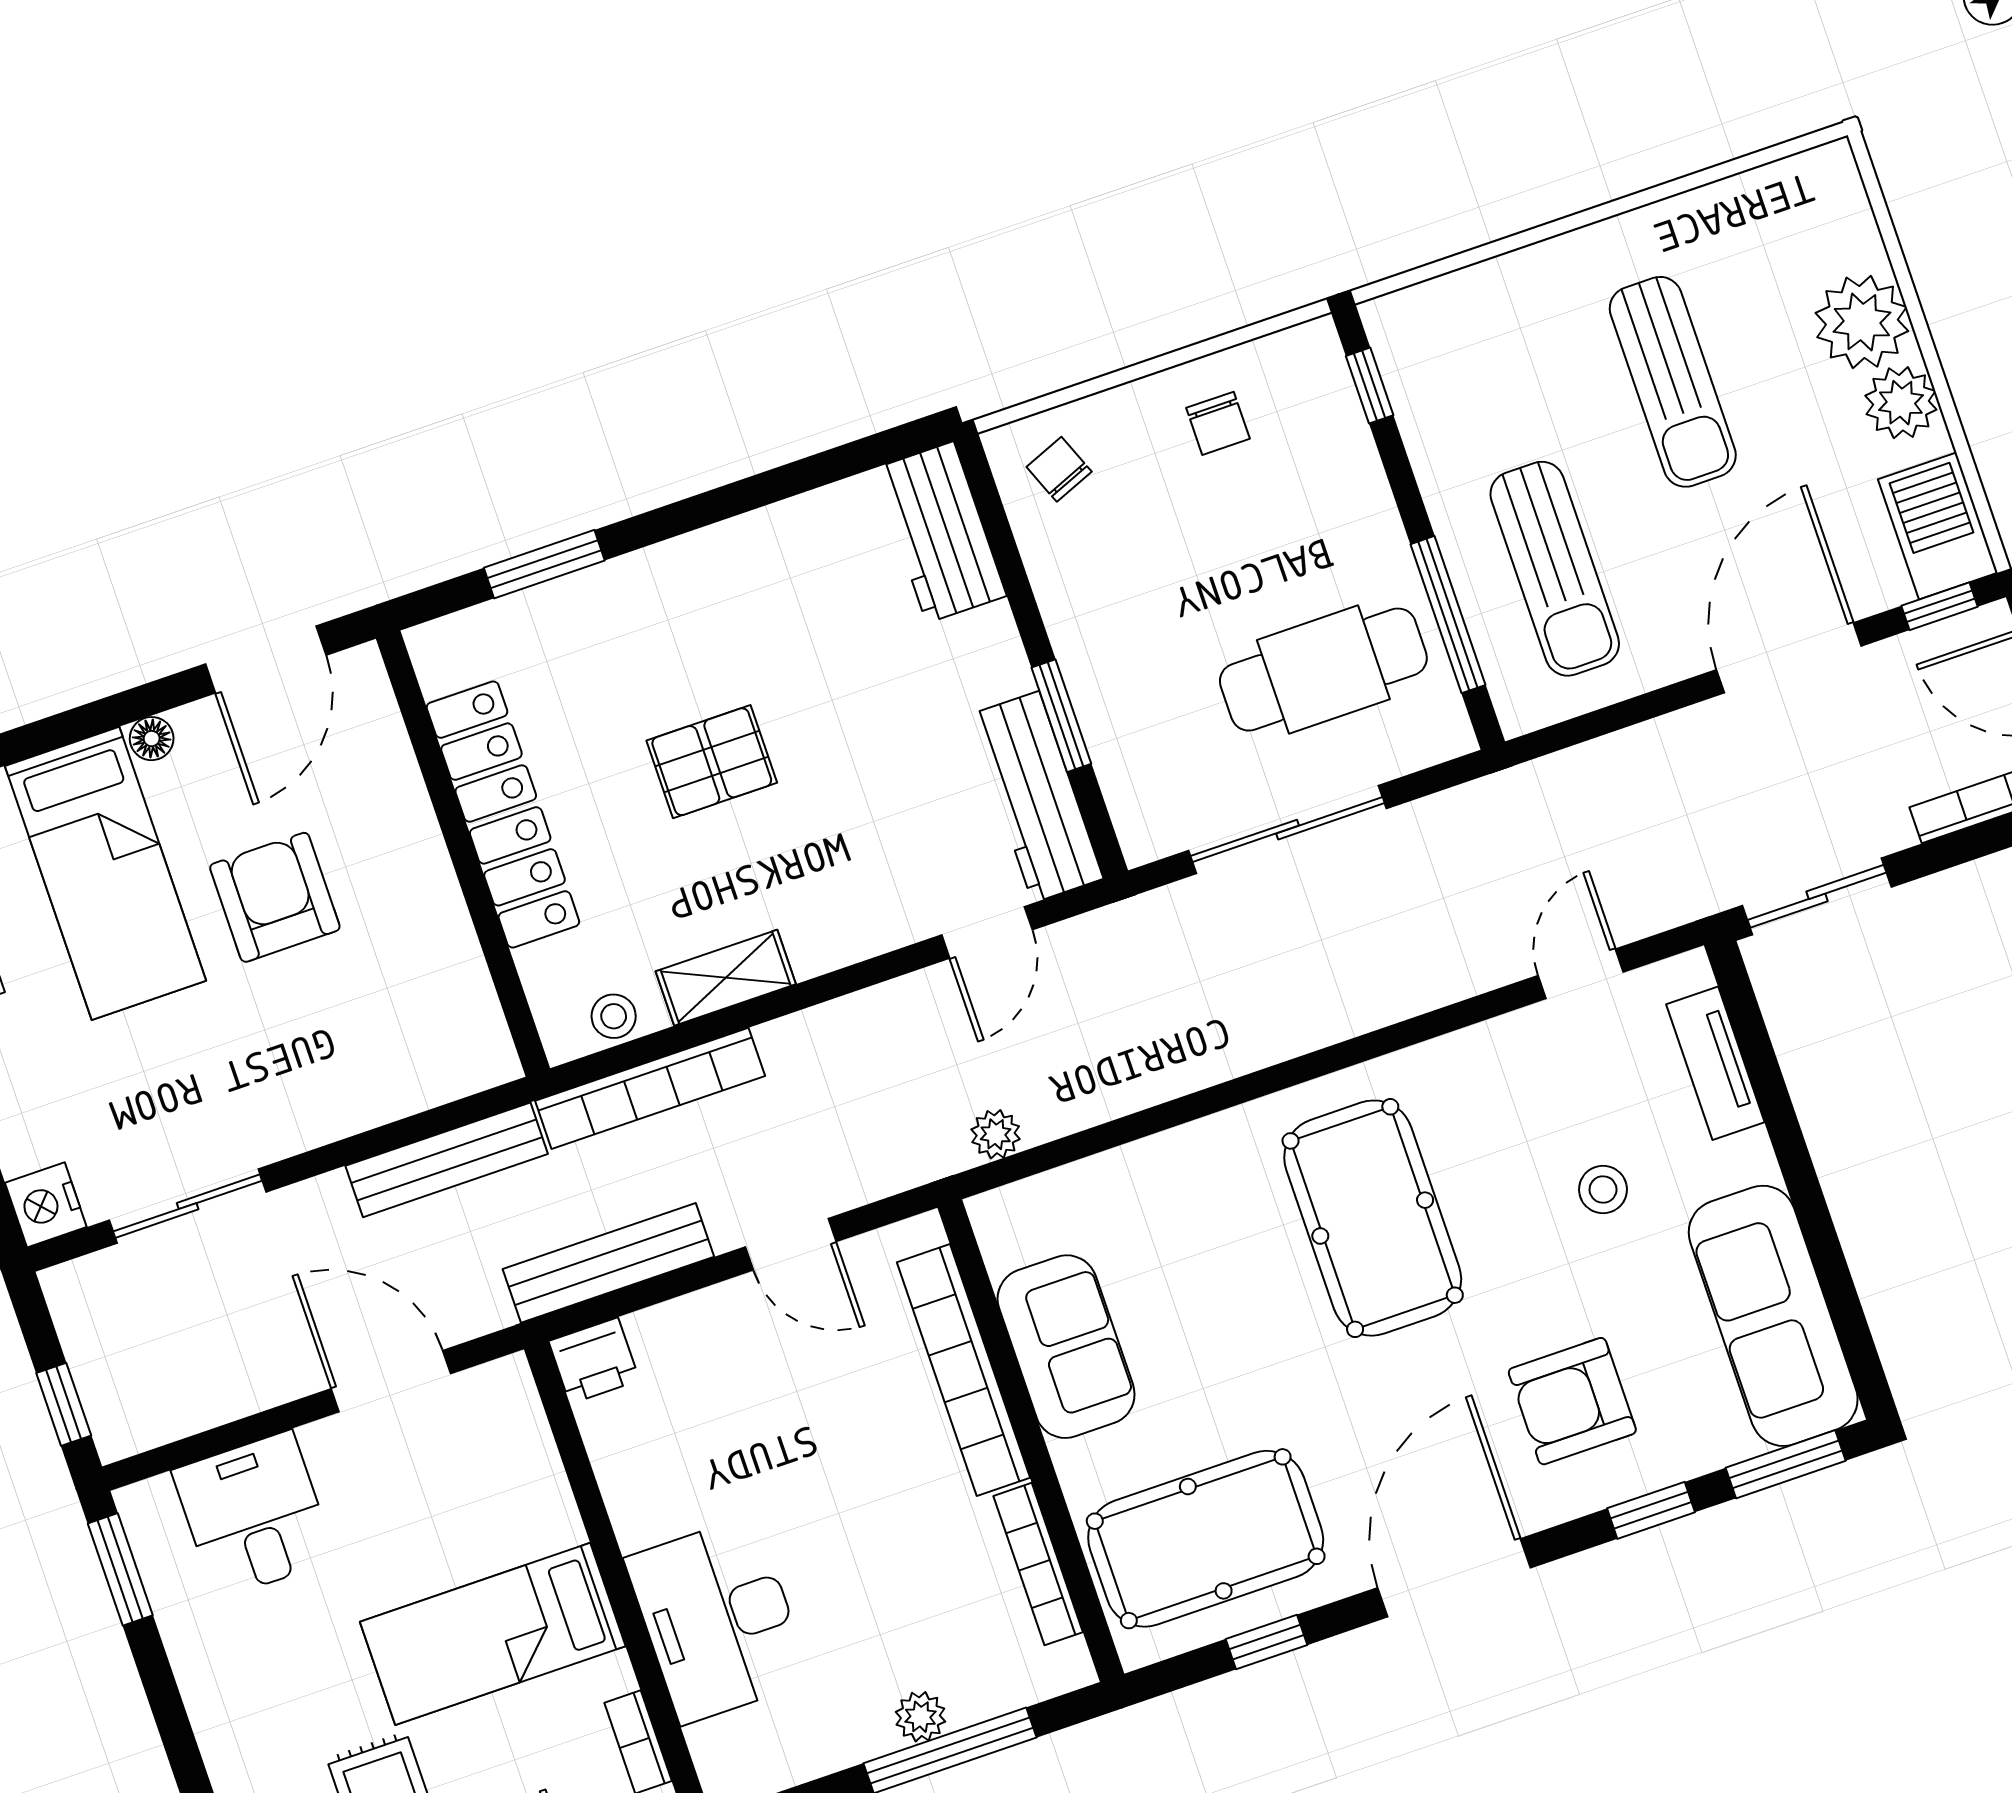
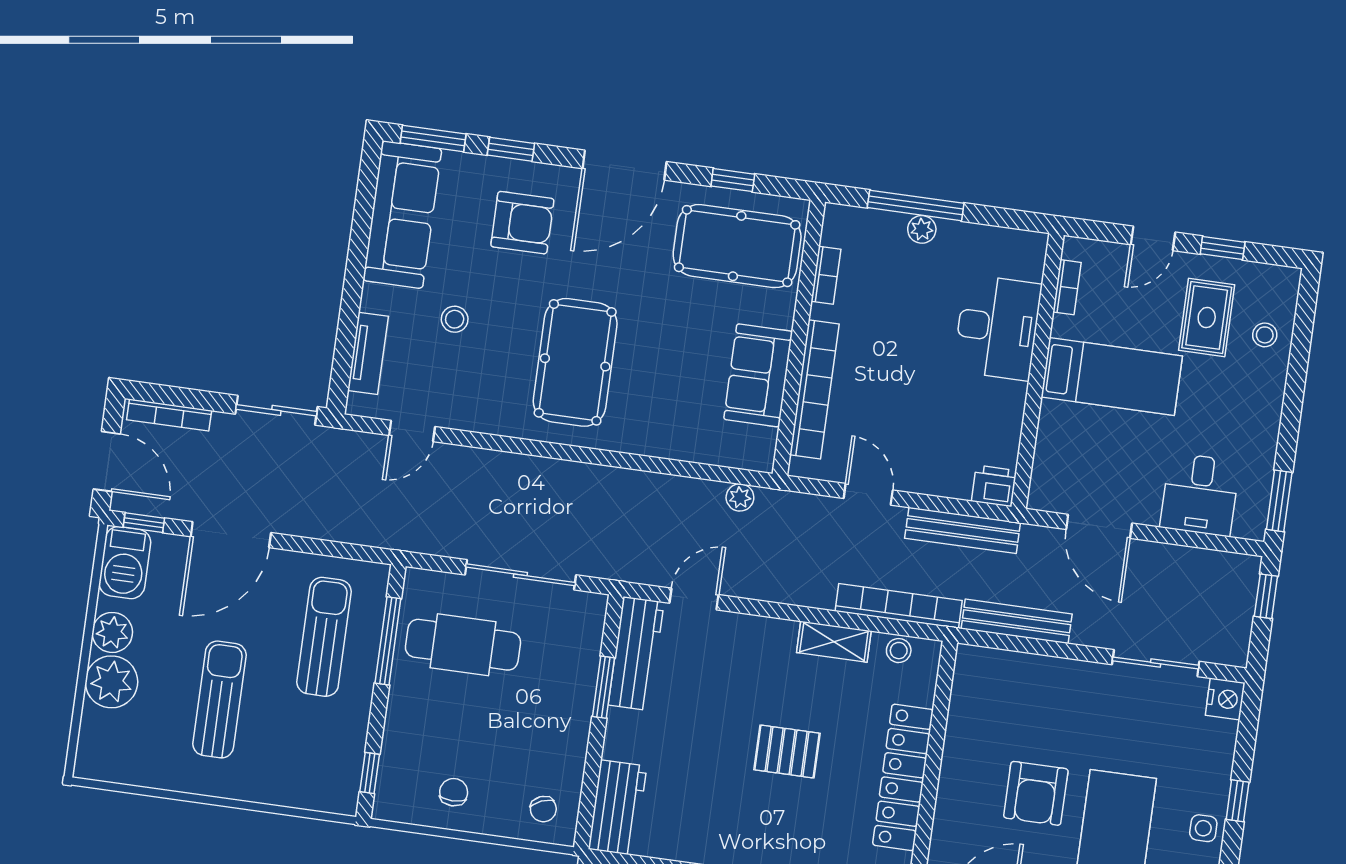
bookcase: (1038, 1564) -> (826, 275), width x0.64

